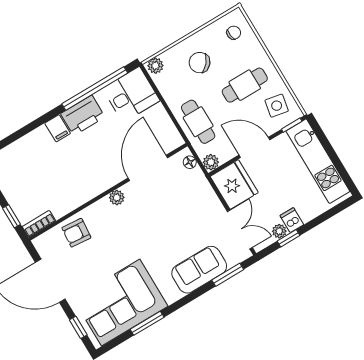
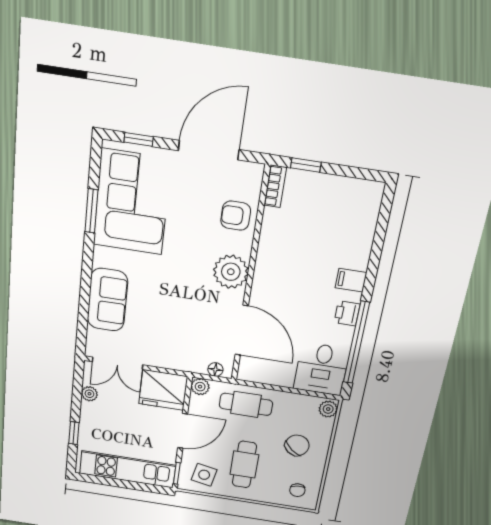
printer: (83, 115) -> (347, 313), width x0.53, depth x0.68
plant: (117, 198) -> (231, 272), width x1.88, depth x1.88
dishwasher: (292, 220) -> (91, 411), removed
armchair: (76, 233) -> (236, 216), turned -95
window: (289, 238) -> (74, 433), moved
window: (228, 275) -> (83, 321), removed

